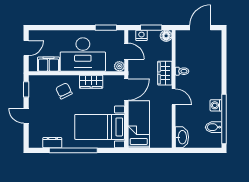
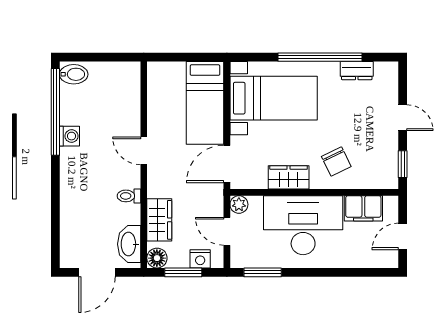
wardrobe: (165, 73) -> (159, 220), moved
bidet: (214, 127) -> (74, 74), moved
washbasin: (182, 137) -> (129, 244), moved

